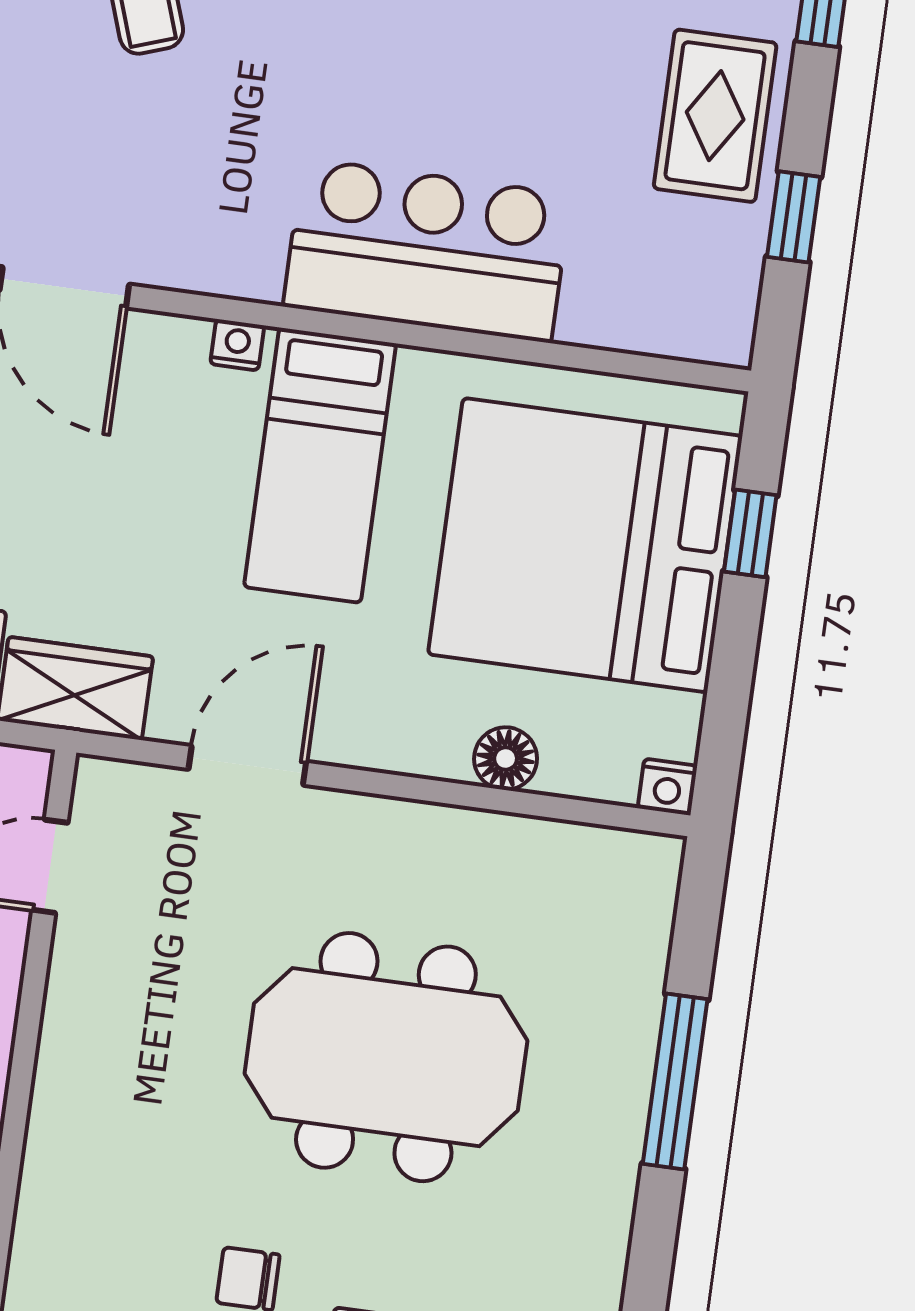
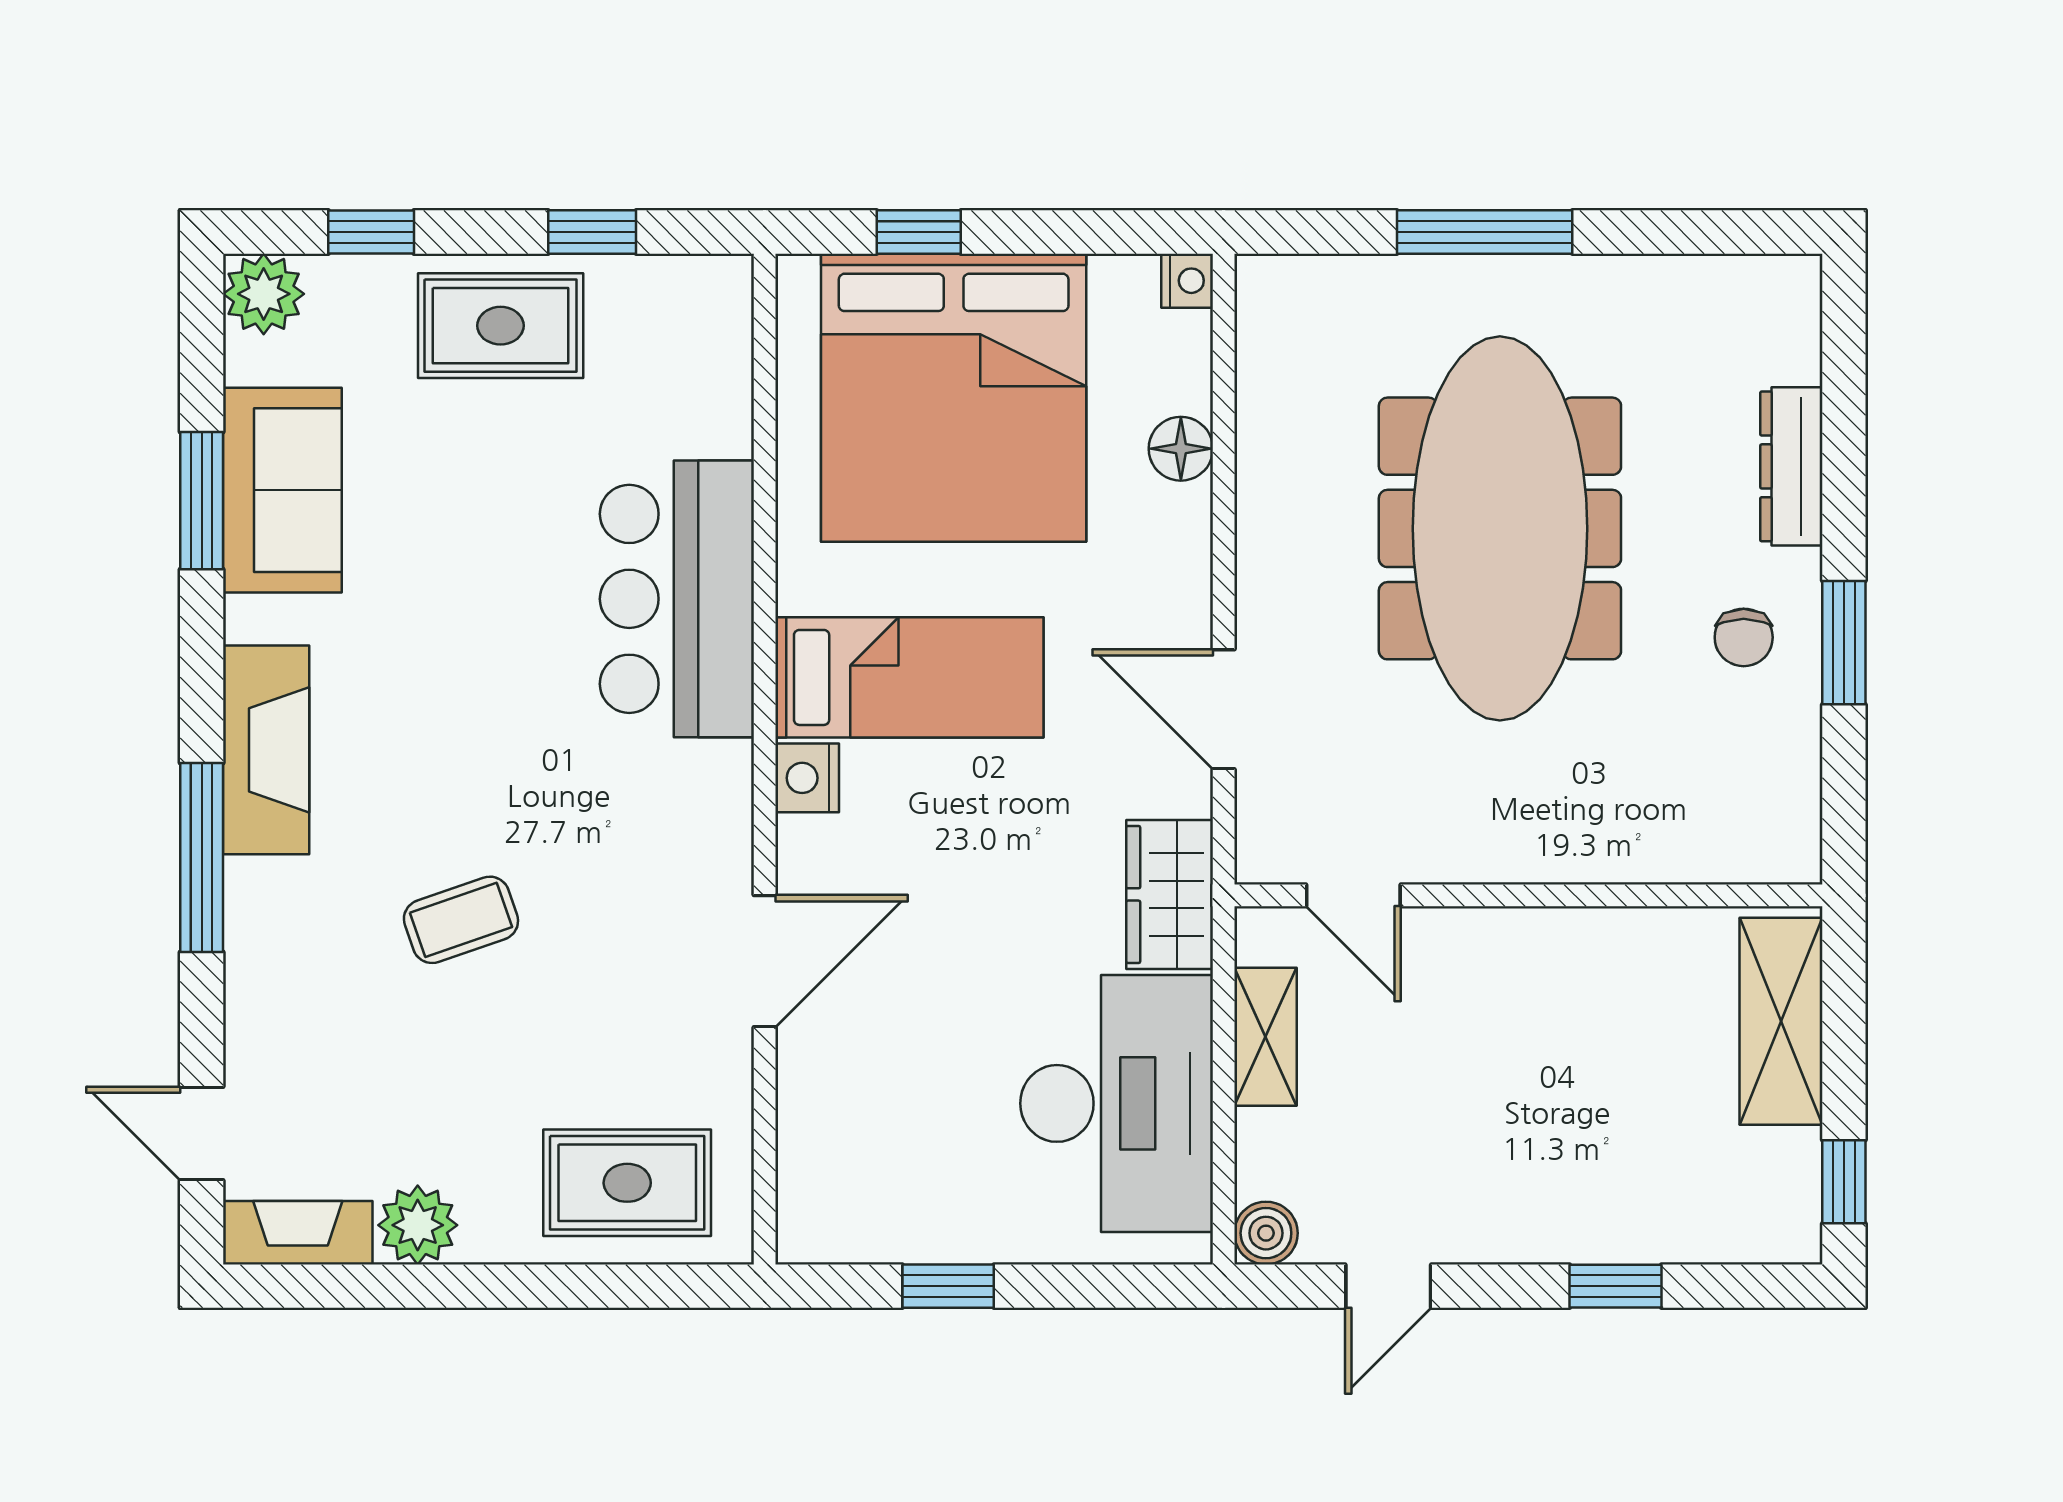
nightstand: (237, 345) -> (807, 778), width x1.39, depth x1.35
meeting table: (386, 1057) -> (1500, 528), width x1.36

